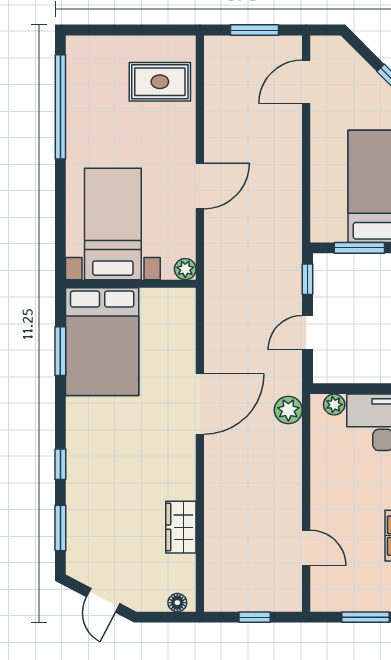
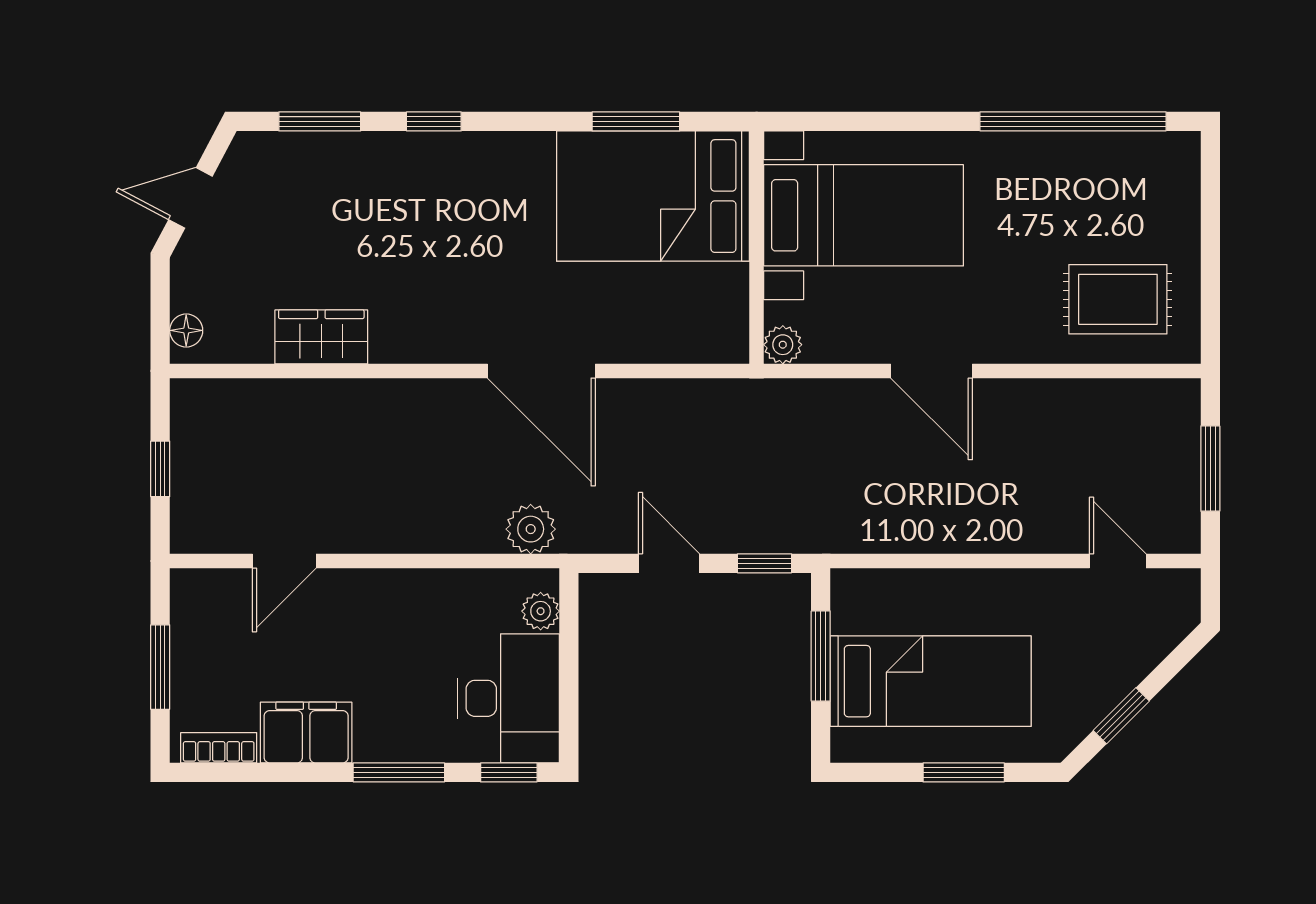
rug: (160, 82) -> (1118, 299), turned 90
door: (306, 82) -> (1118, 561), width x0.73

